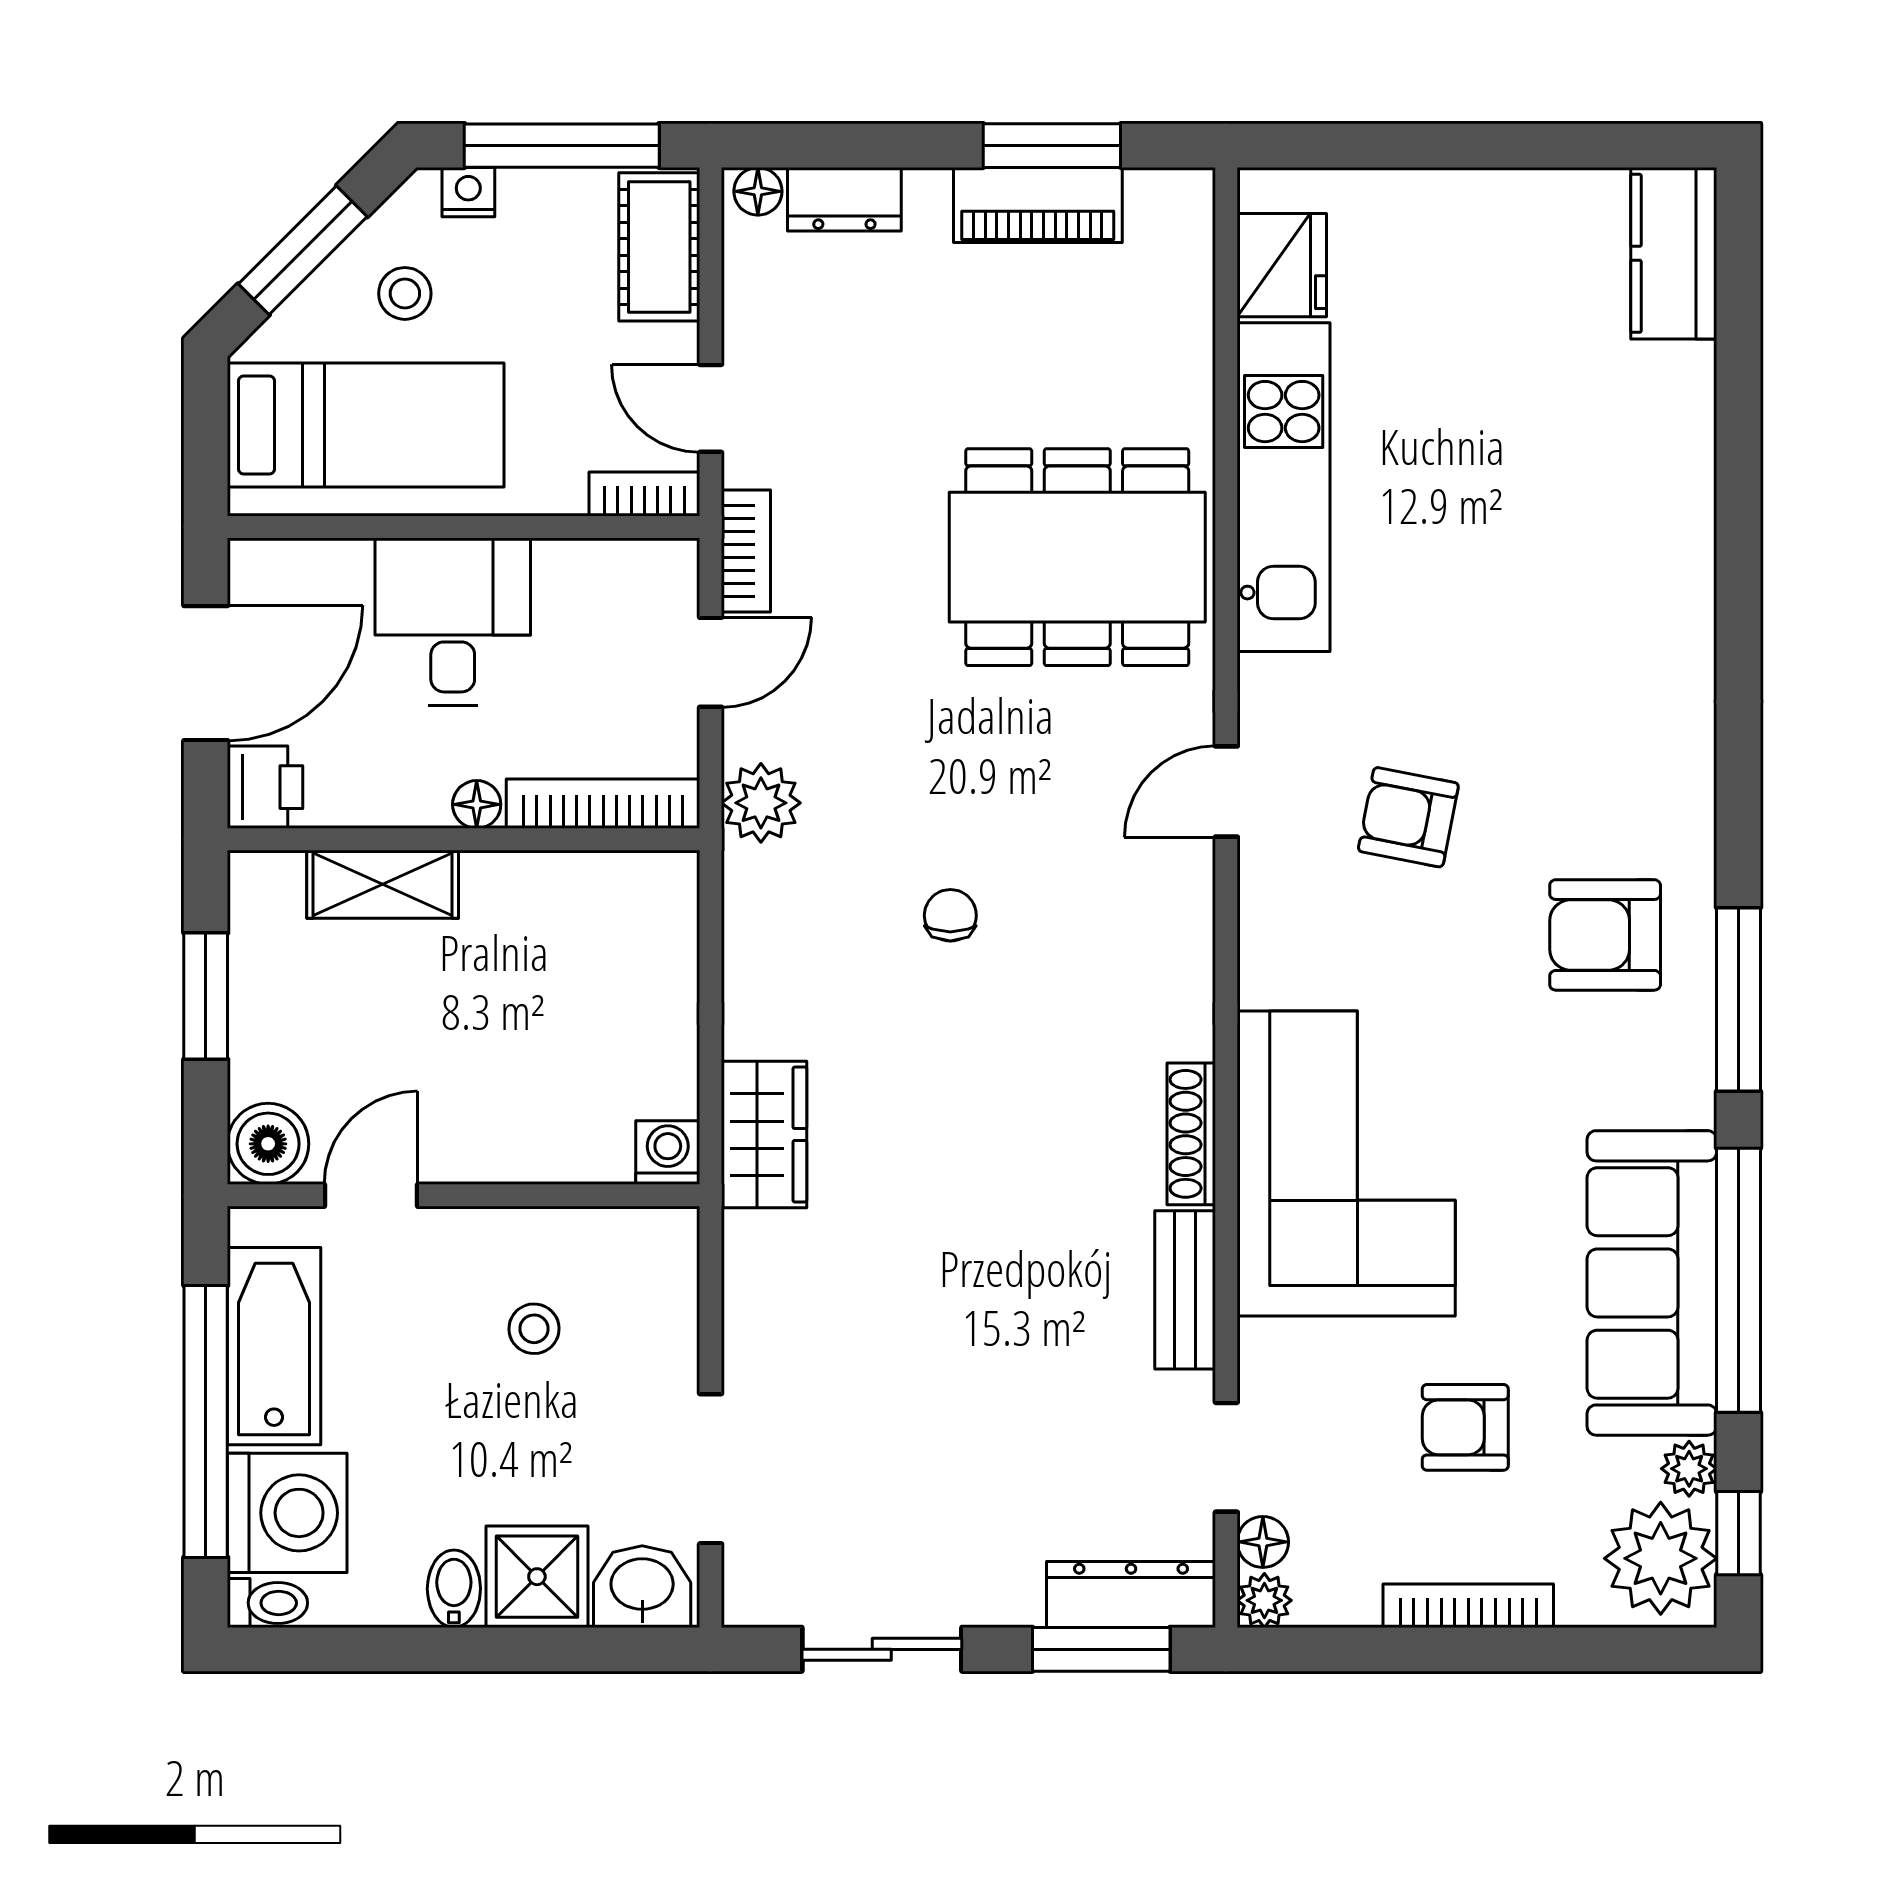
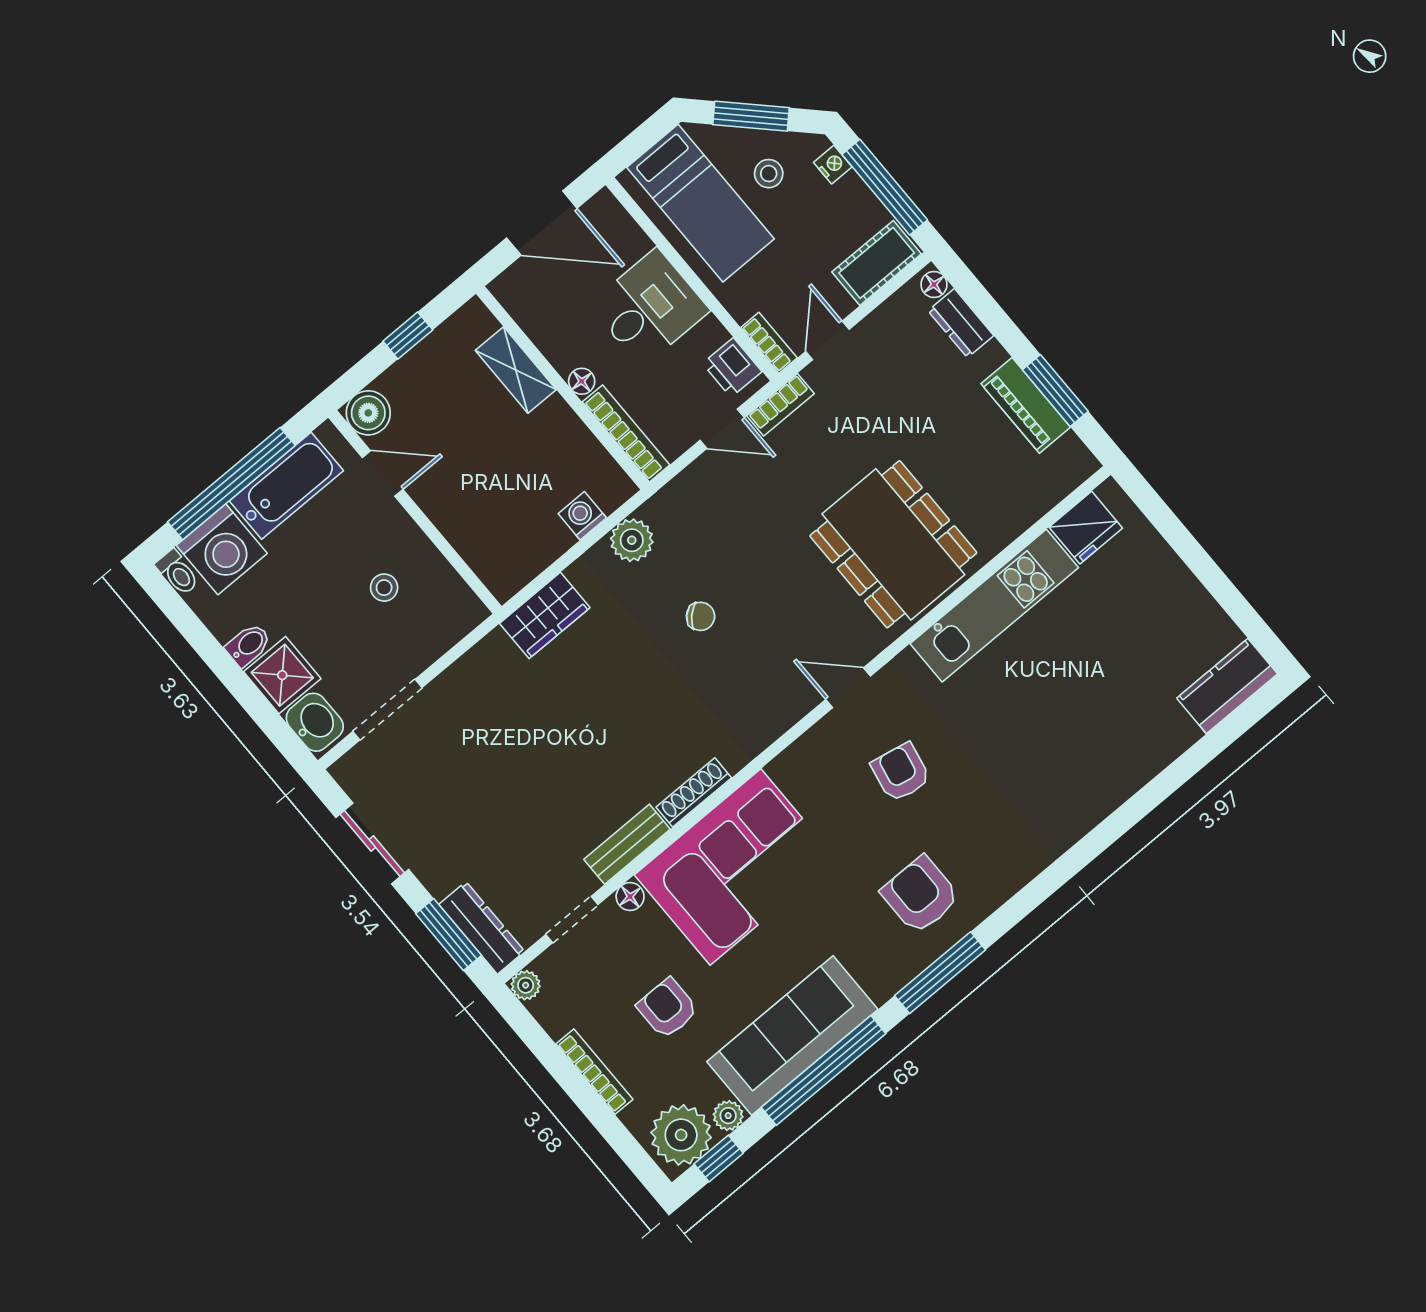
printer: (265, 787) -> (732, 367), moved, turned 90
plant: (761, 803) -> (632, 540), moved
chair: (950, 915) -> (701, 616), turned 45
window: (206, 996) -> (408, 336), width x0.67
washing machine: (668, 1153) -> (582, 516), moved, turned -90
floor lamp: (1263, 1542) -> (630, 897), moved

